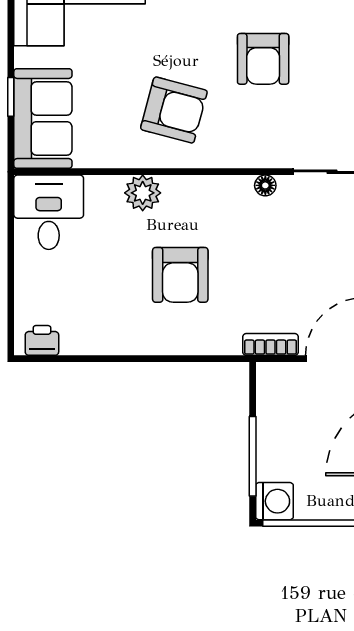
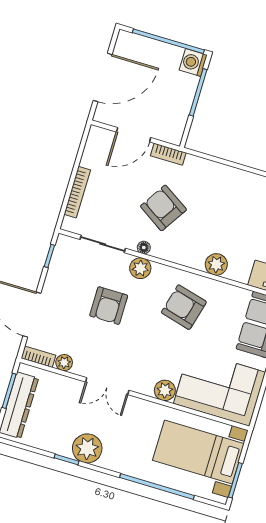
armchair: (263, 59) -> (109, 306), moved, turned 180
plant: (261, 151) -> (140, 268), added
armchair: (180, 275) -> (163, 208), moved, turned -57

